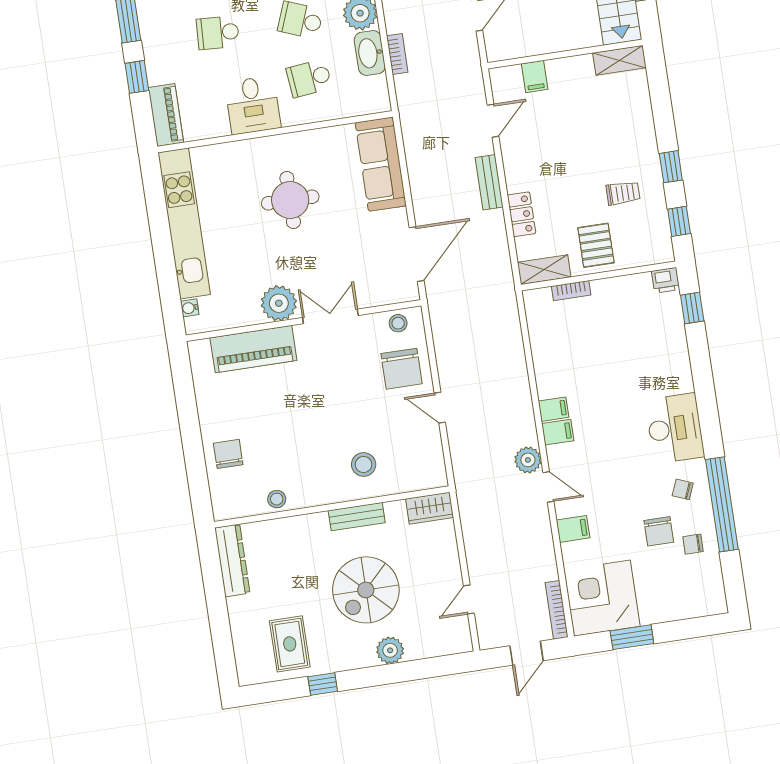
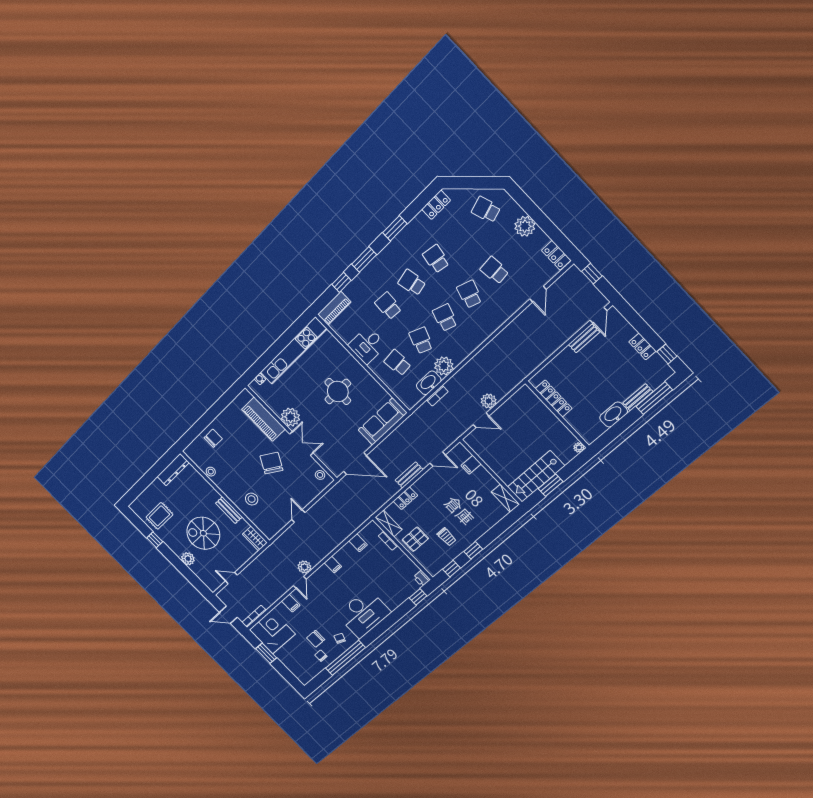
chair: (402, 369) -> (271, 463), moved, turned 120
desk: (675, 428) -> (364, 614), width x1.36, depth x1.30
filing cabinet: (558, 432) -> (358, 543), moved

